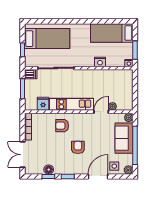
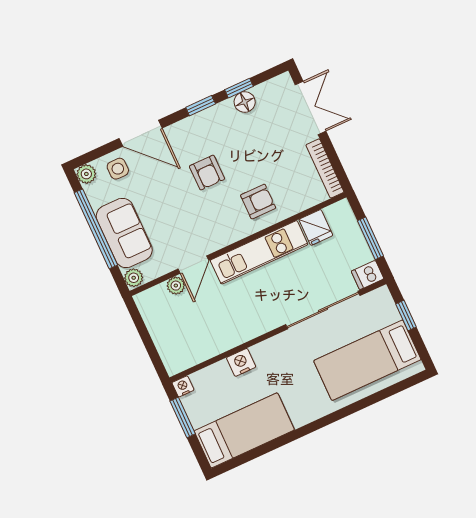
door: (98, 177) -> (141, 133), hinge flipped

